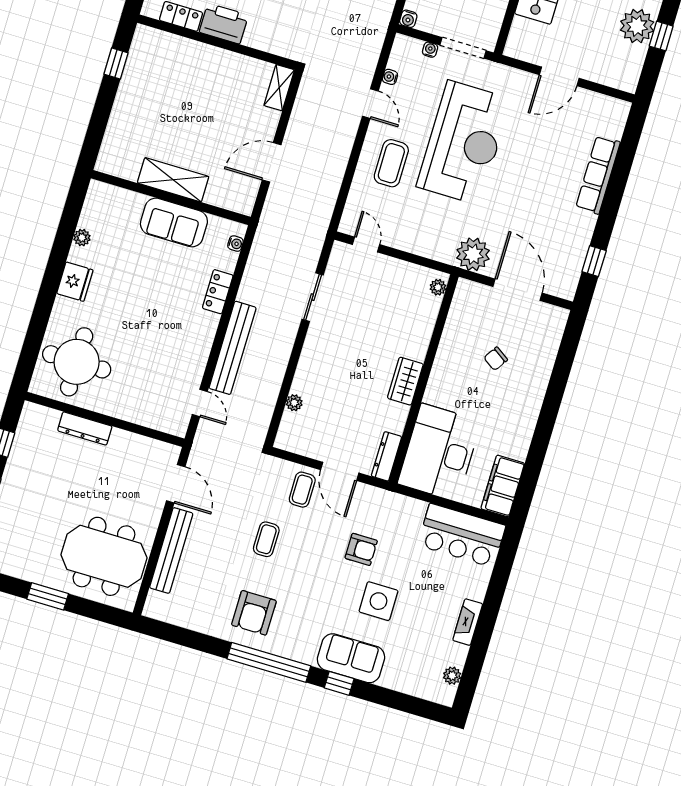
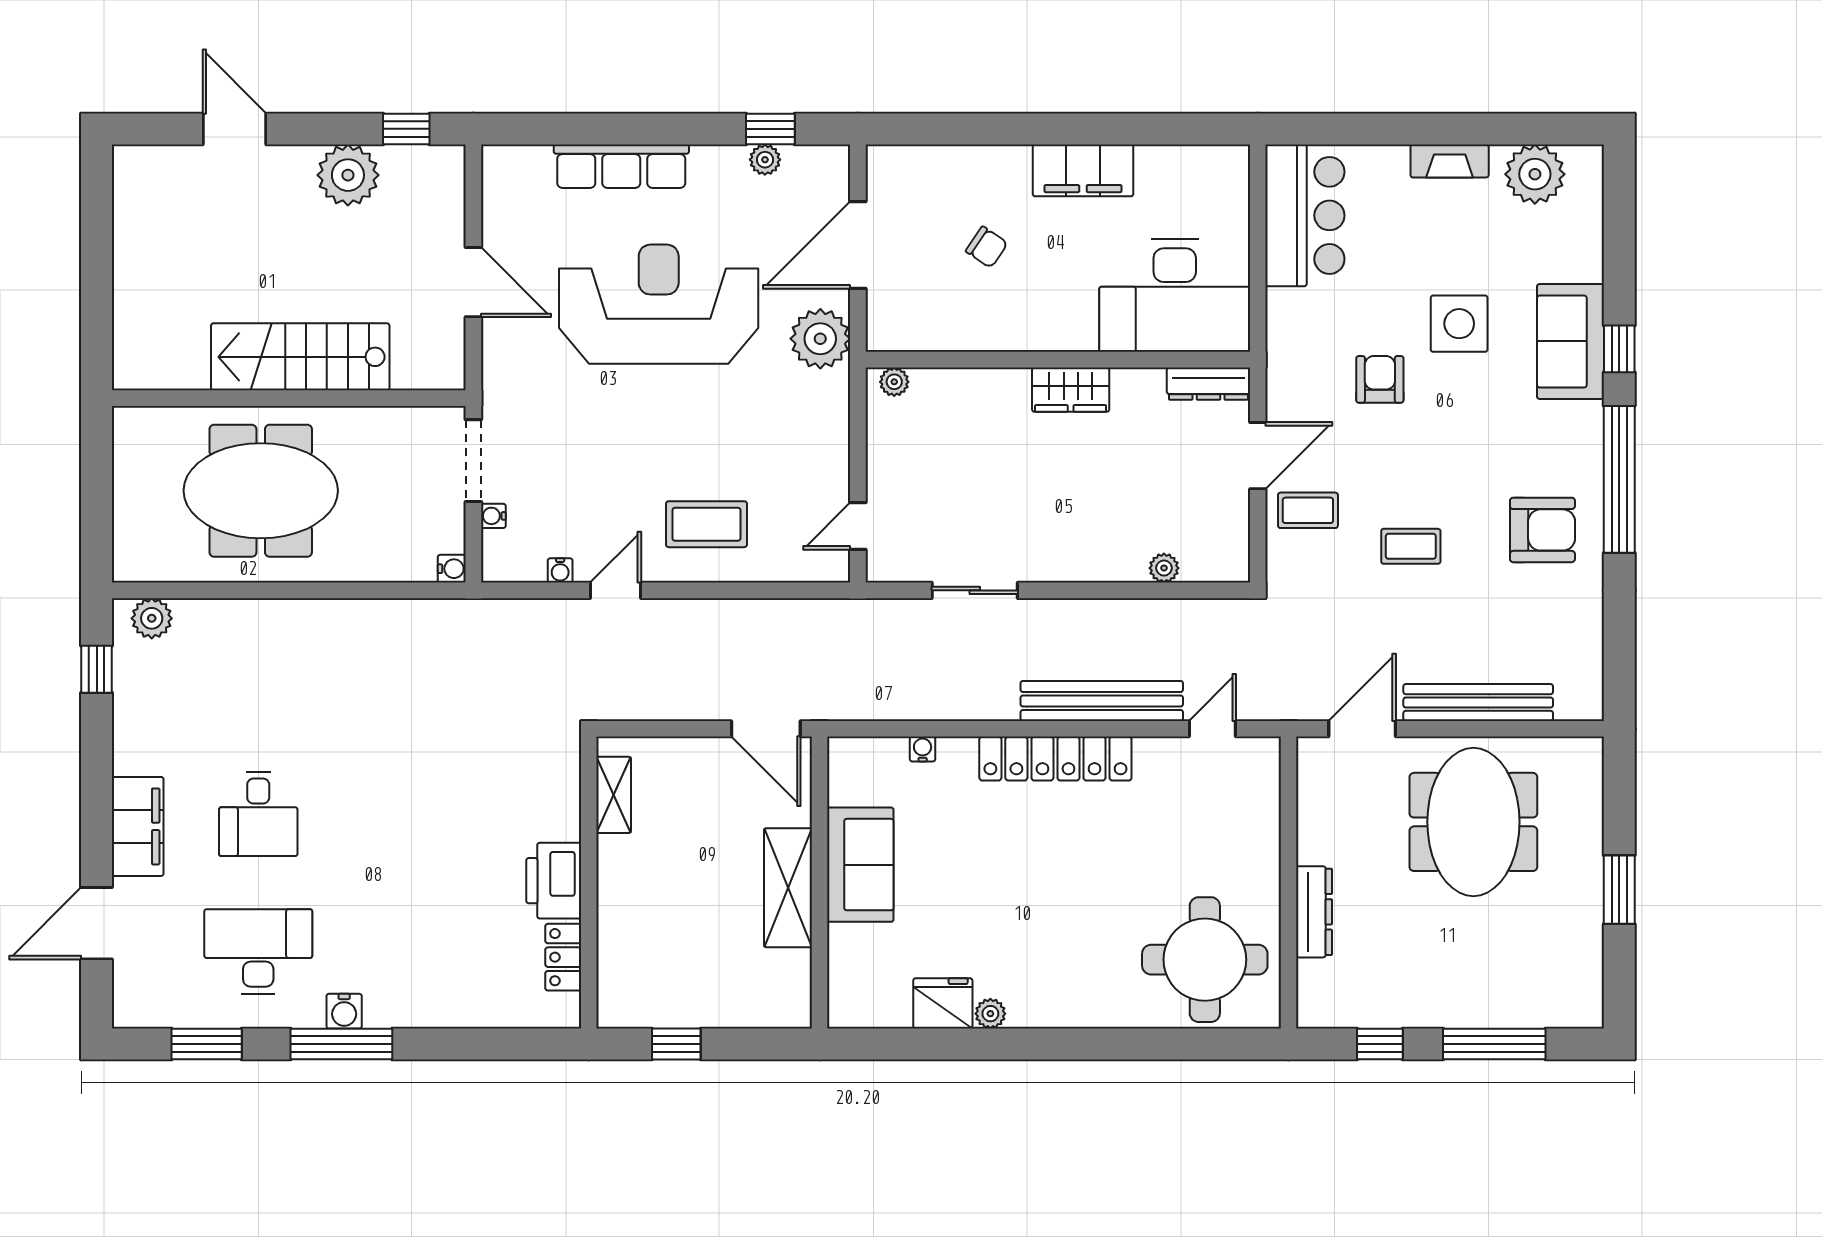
window: (661, 36) -> (406, 129), moved
shelving: (279, 88) -> (614, 795), moved, turned 90
reception desk: (464, 143) -> (659, 304), moved
shelving: (173, 180) -> (788, 888), moved
wall: (171, 198) -> (819, 883), moved
sofa: (174, 222) -> (860, 865), moved
plant: (578, 253) -> (765, 160), added
fridge: (75, 282) -> (943, 1003), moved
locker: (218, 292) -> (1055, 759), width x2.16, depth x1.21
filing cabinet: (503, 486) -> (1083, 170), moved
meeting table: (104, 556) -> (1473, 822), moved
plant: (452, 676) -> (1535, 174), width x1.87, depth x1.87

